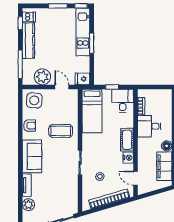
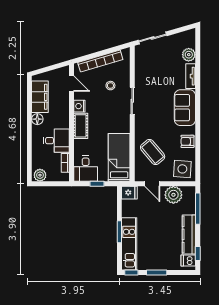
plant: (164, 95) -> (40, 175), added
coffee table: (61, 131) -> (153, 152), moved, turned 50

